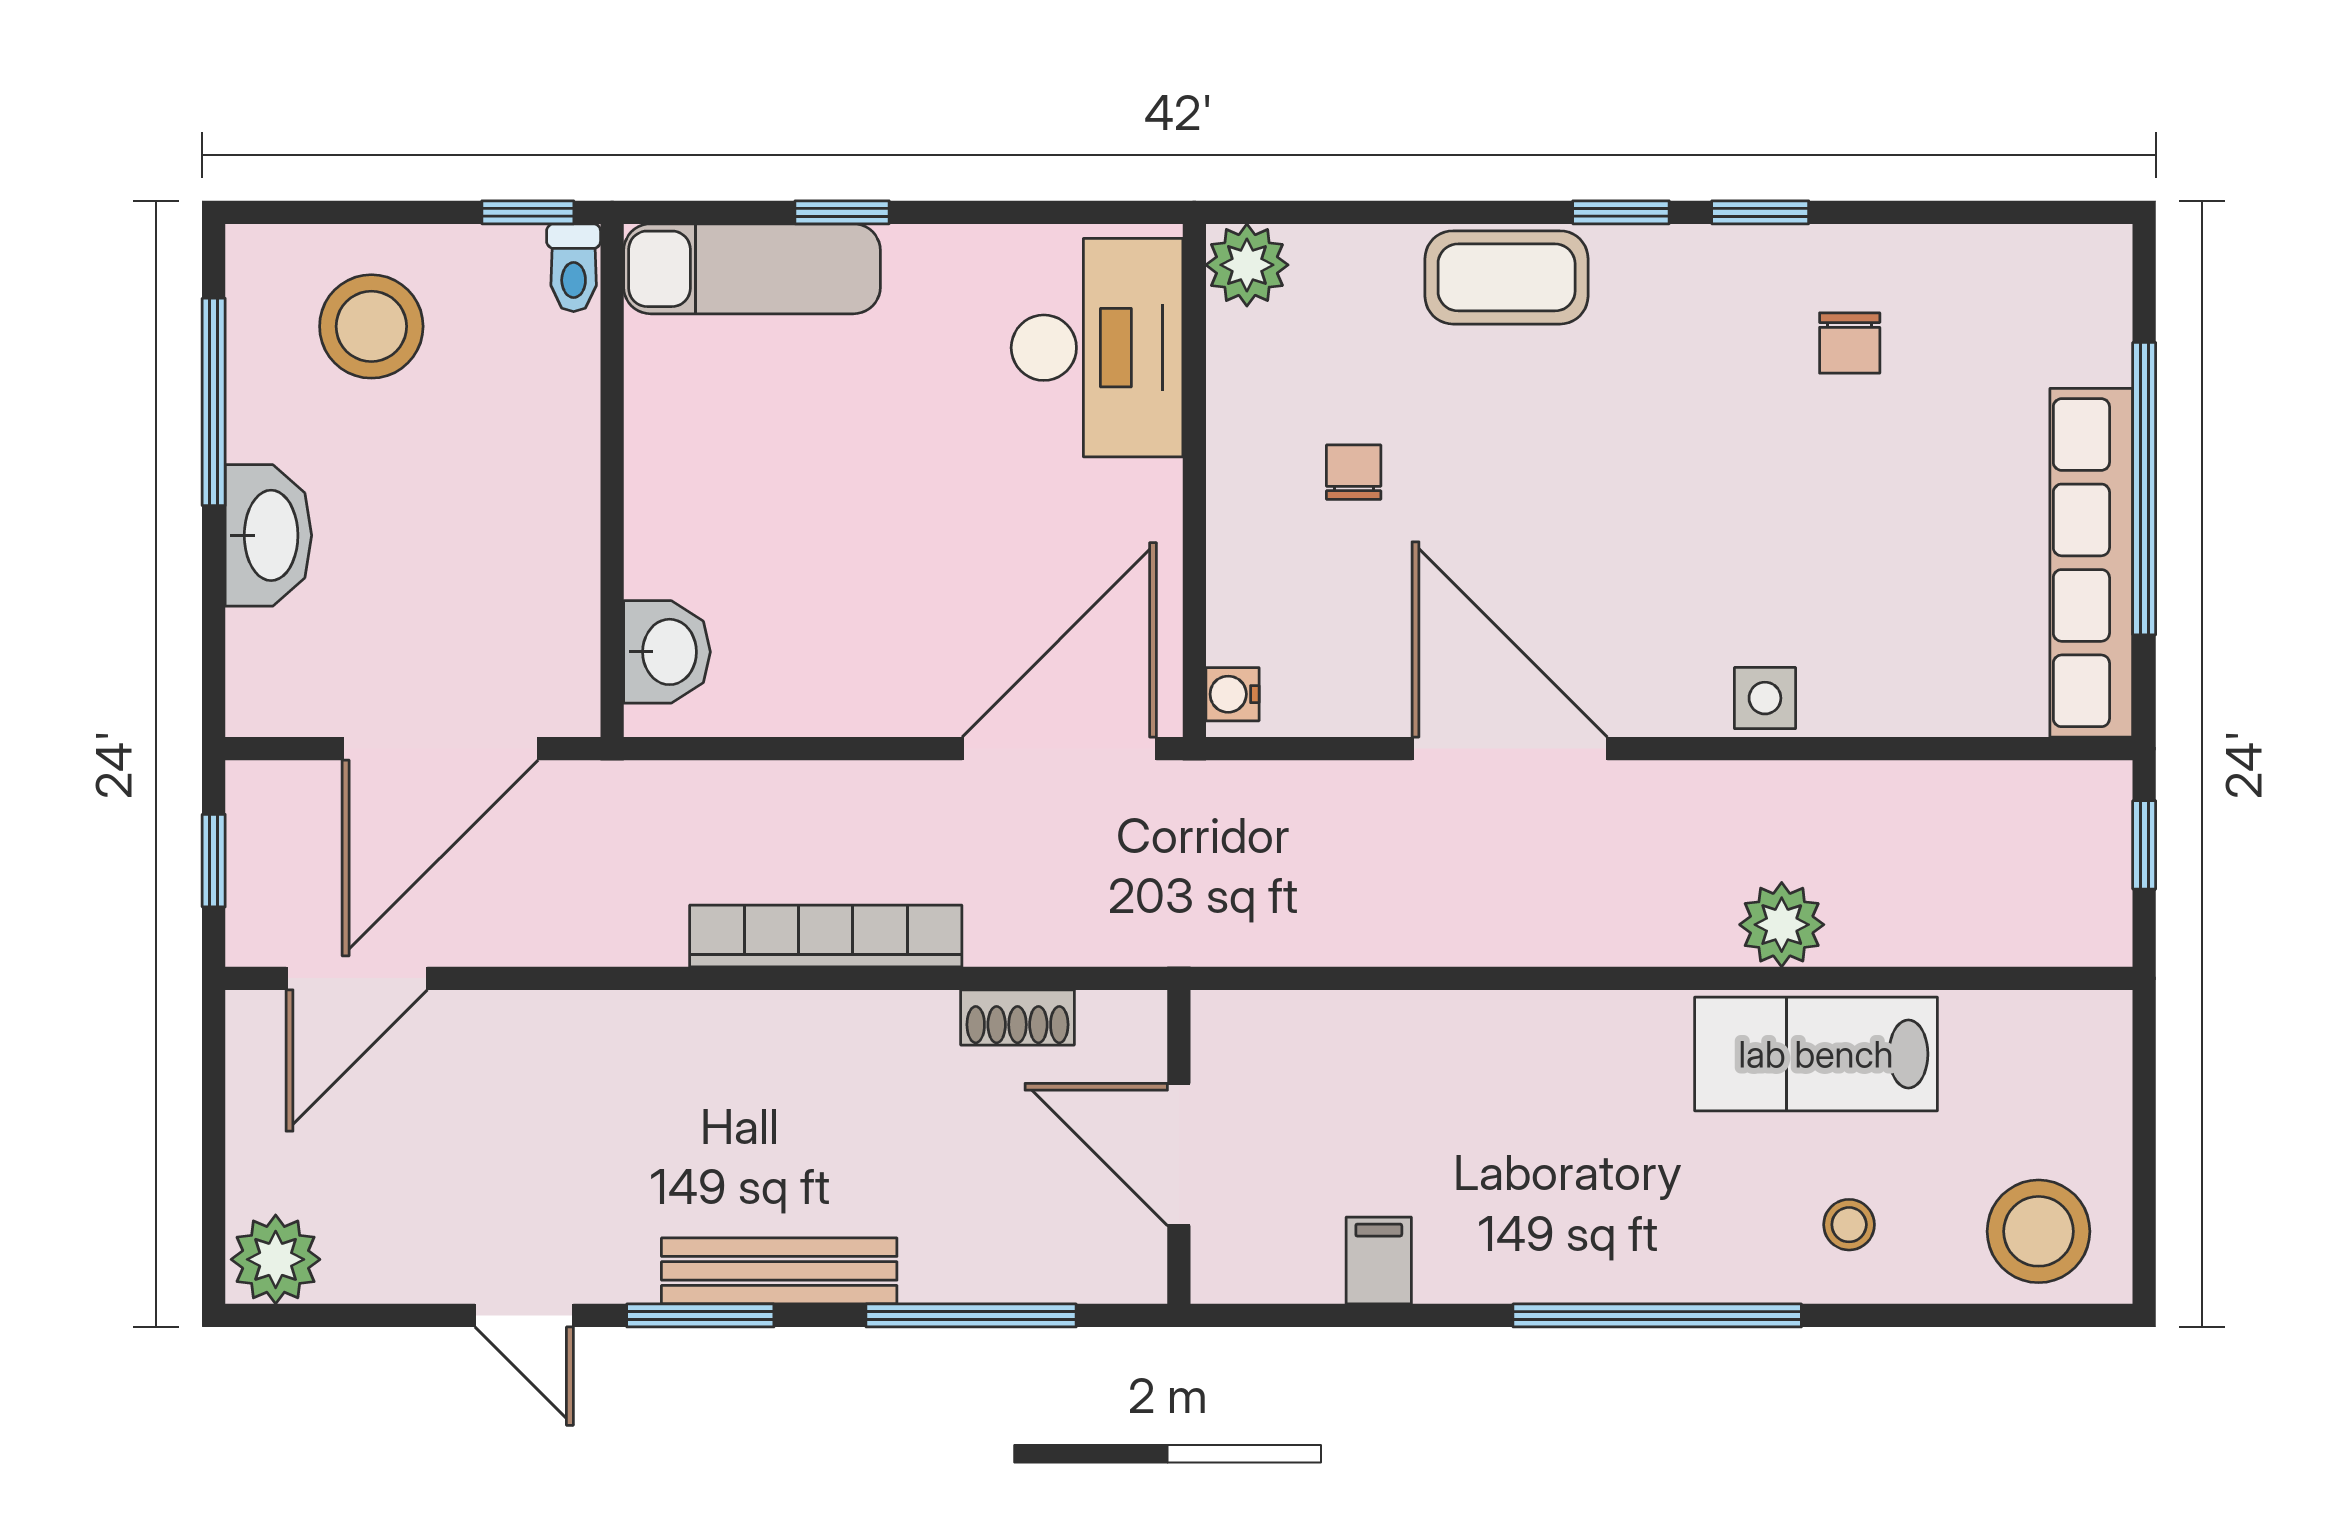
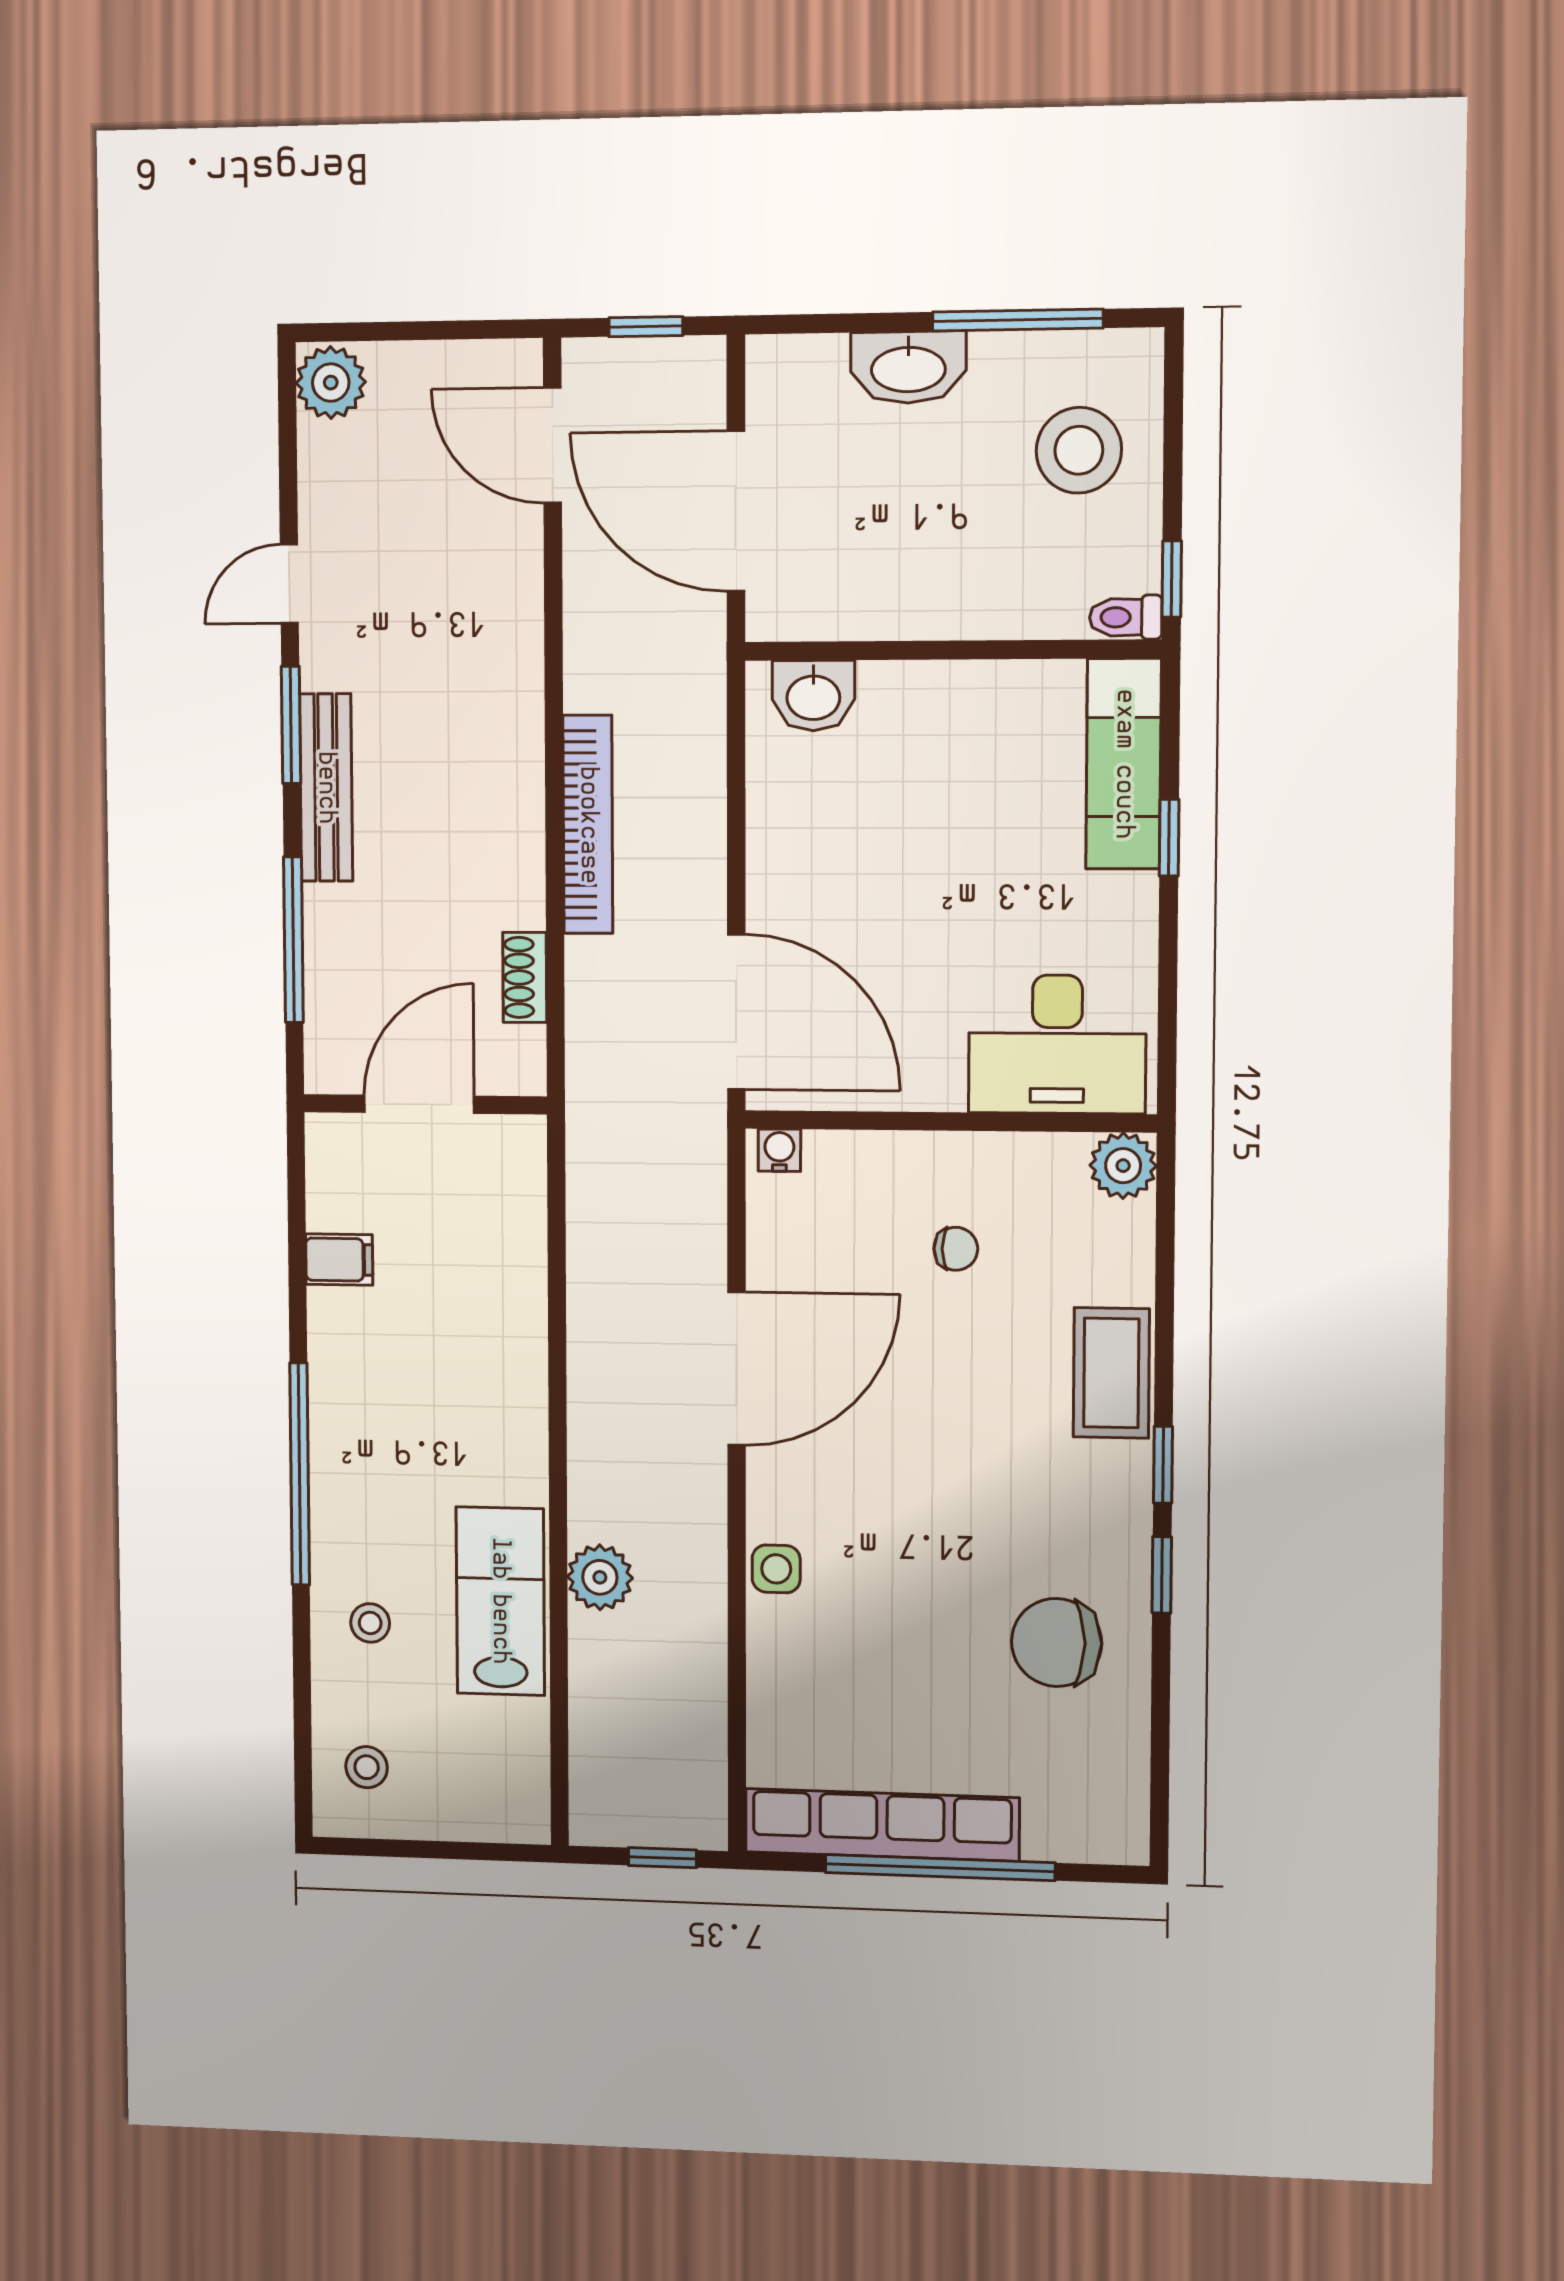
chair: (1850, 343) -> (1057, 1642), width x1.87, depth x1.87
stool: (2039, 1231) -> (367, 1767), width x0.53, depth x0.53

